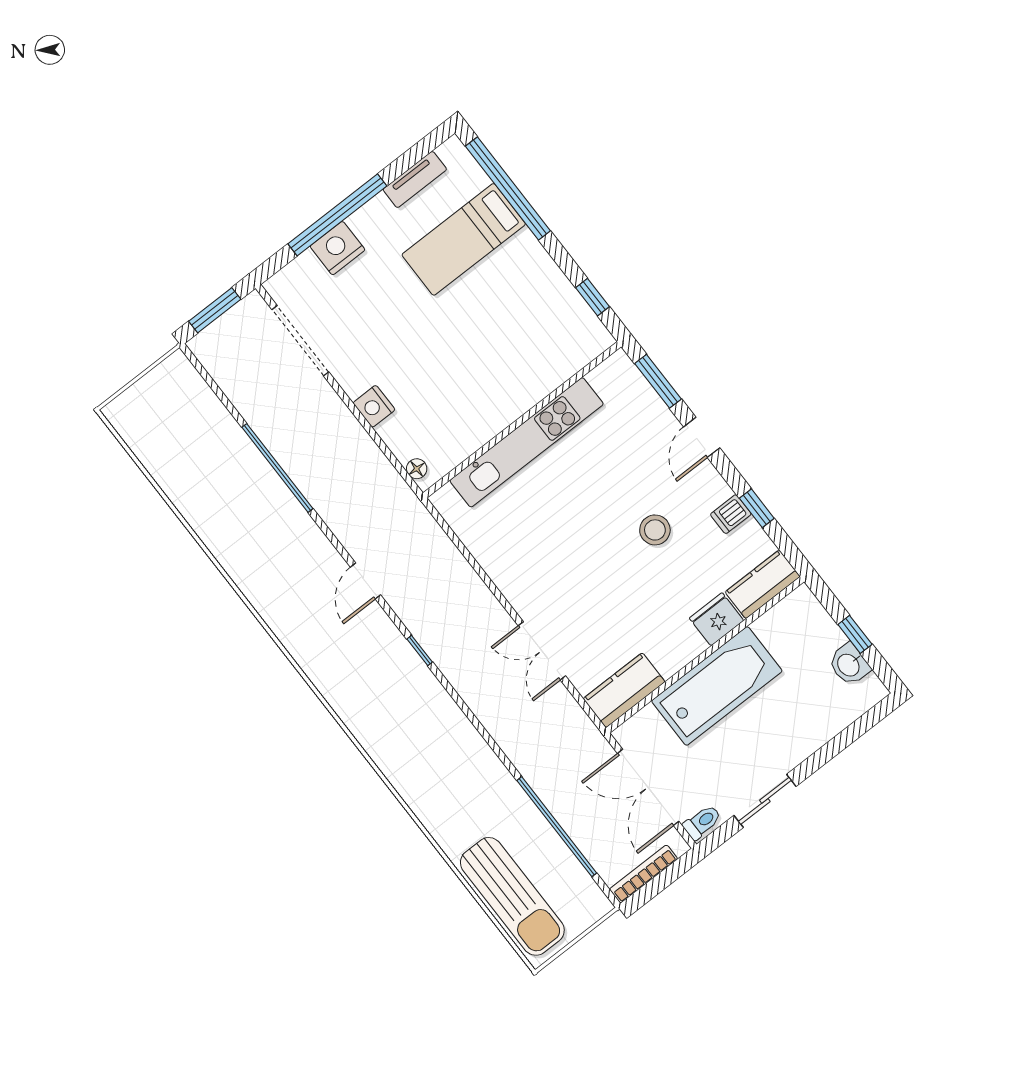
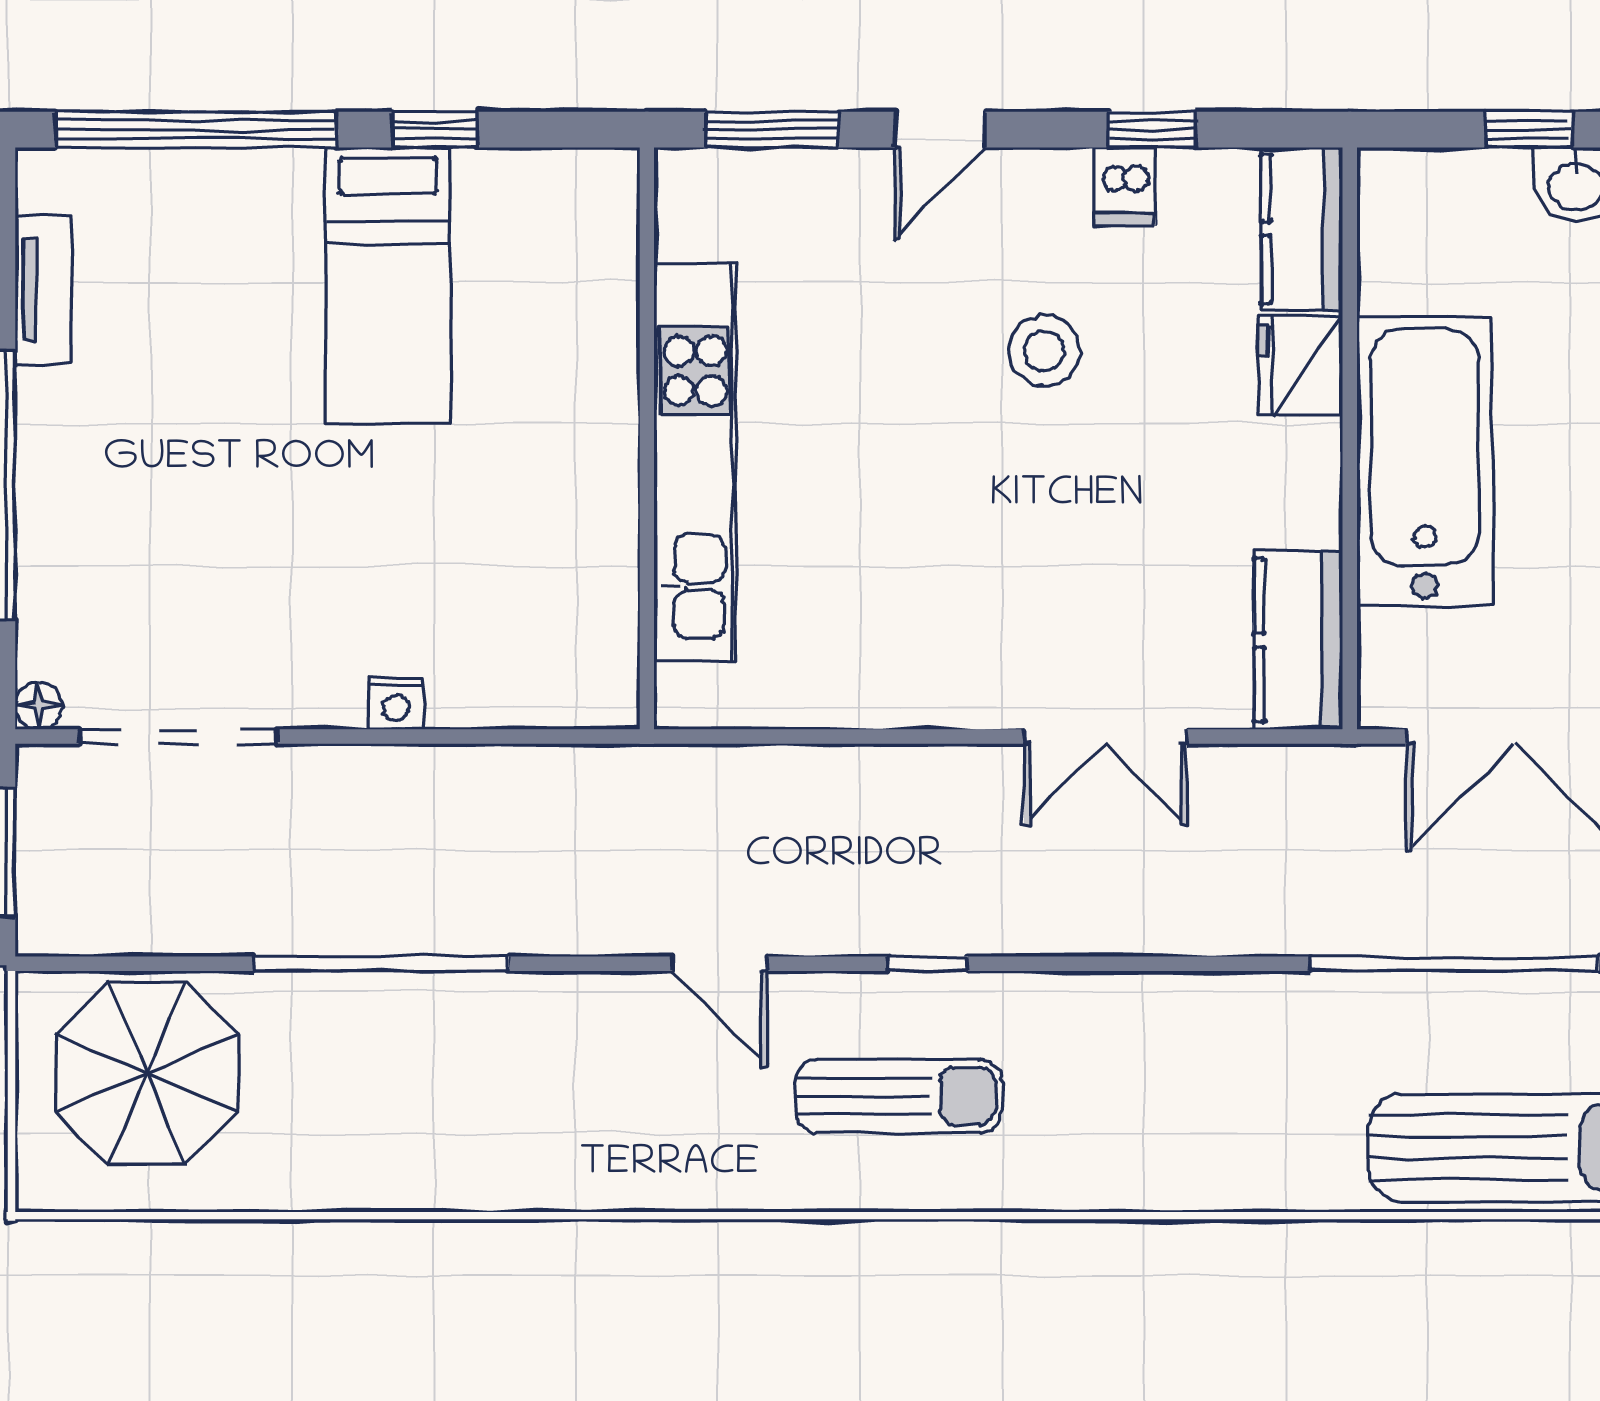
bed: (464, 239) -> (388, 286), moved
nightstand: (337, 248) -> (59, 533), removed
window: (593, 297) -> (435, 130), moved
nightstand: (374, 406) -> (396, 704), width x0.72, depth x0.74
parasol: (180, 418) -> (147, 1073), added
door: (702, 437) -> (940, 130), hinge flipped
floor lamp: (417, 469) -> (39, 706), moved
sun lounger: (368, 675) -> (898, 1096), added

